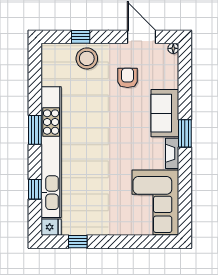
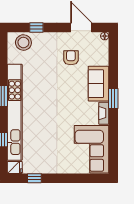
stool: (87, 58) -> (23, 43), moved

